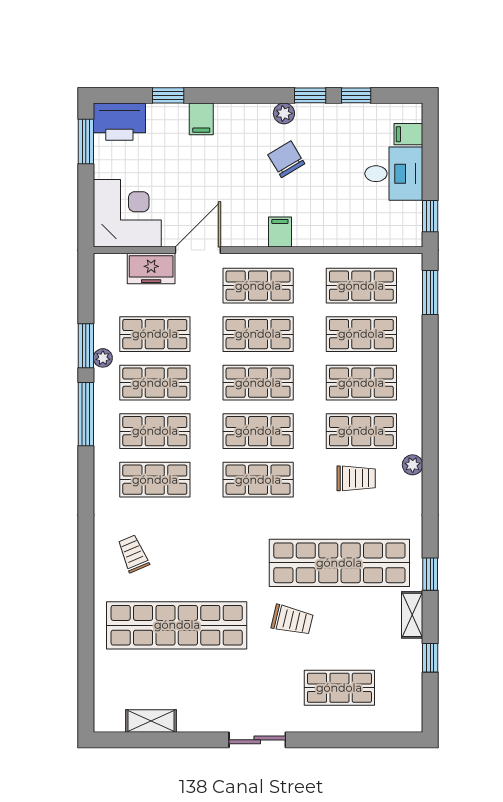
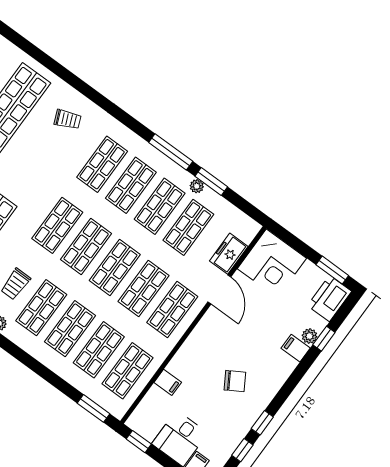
plant: (284, 113) -> (309, 336), moved
filing cabinet: (280, 232) -> (168, 382), moved

